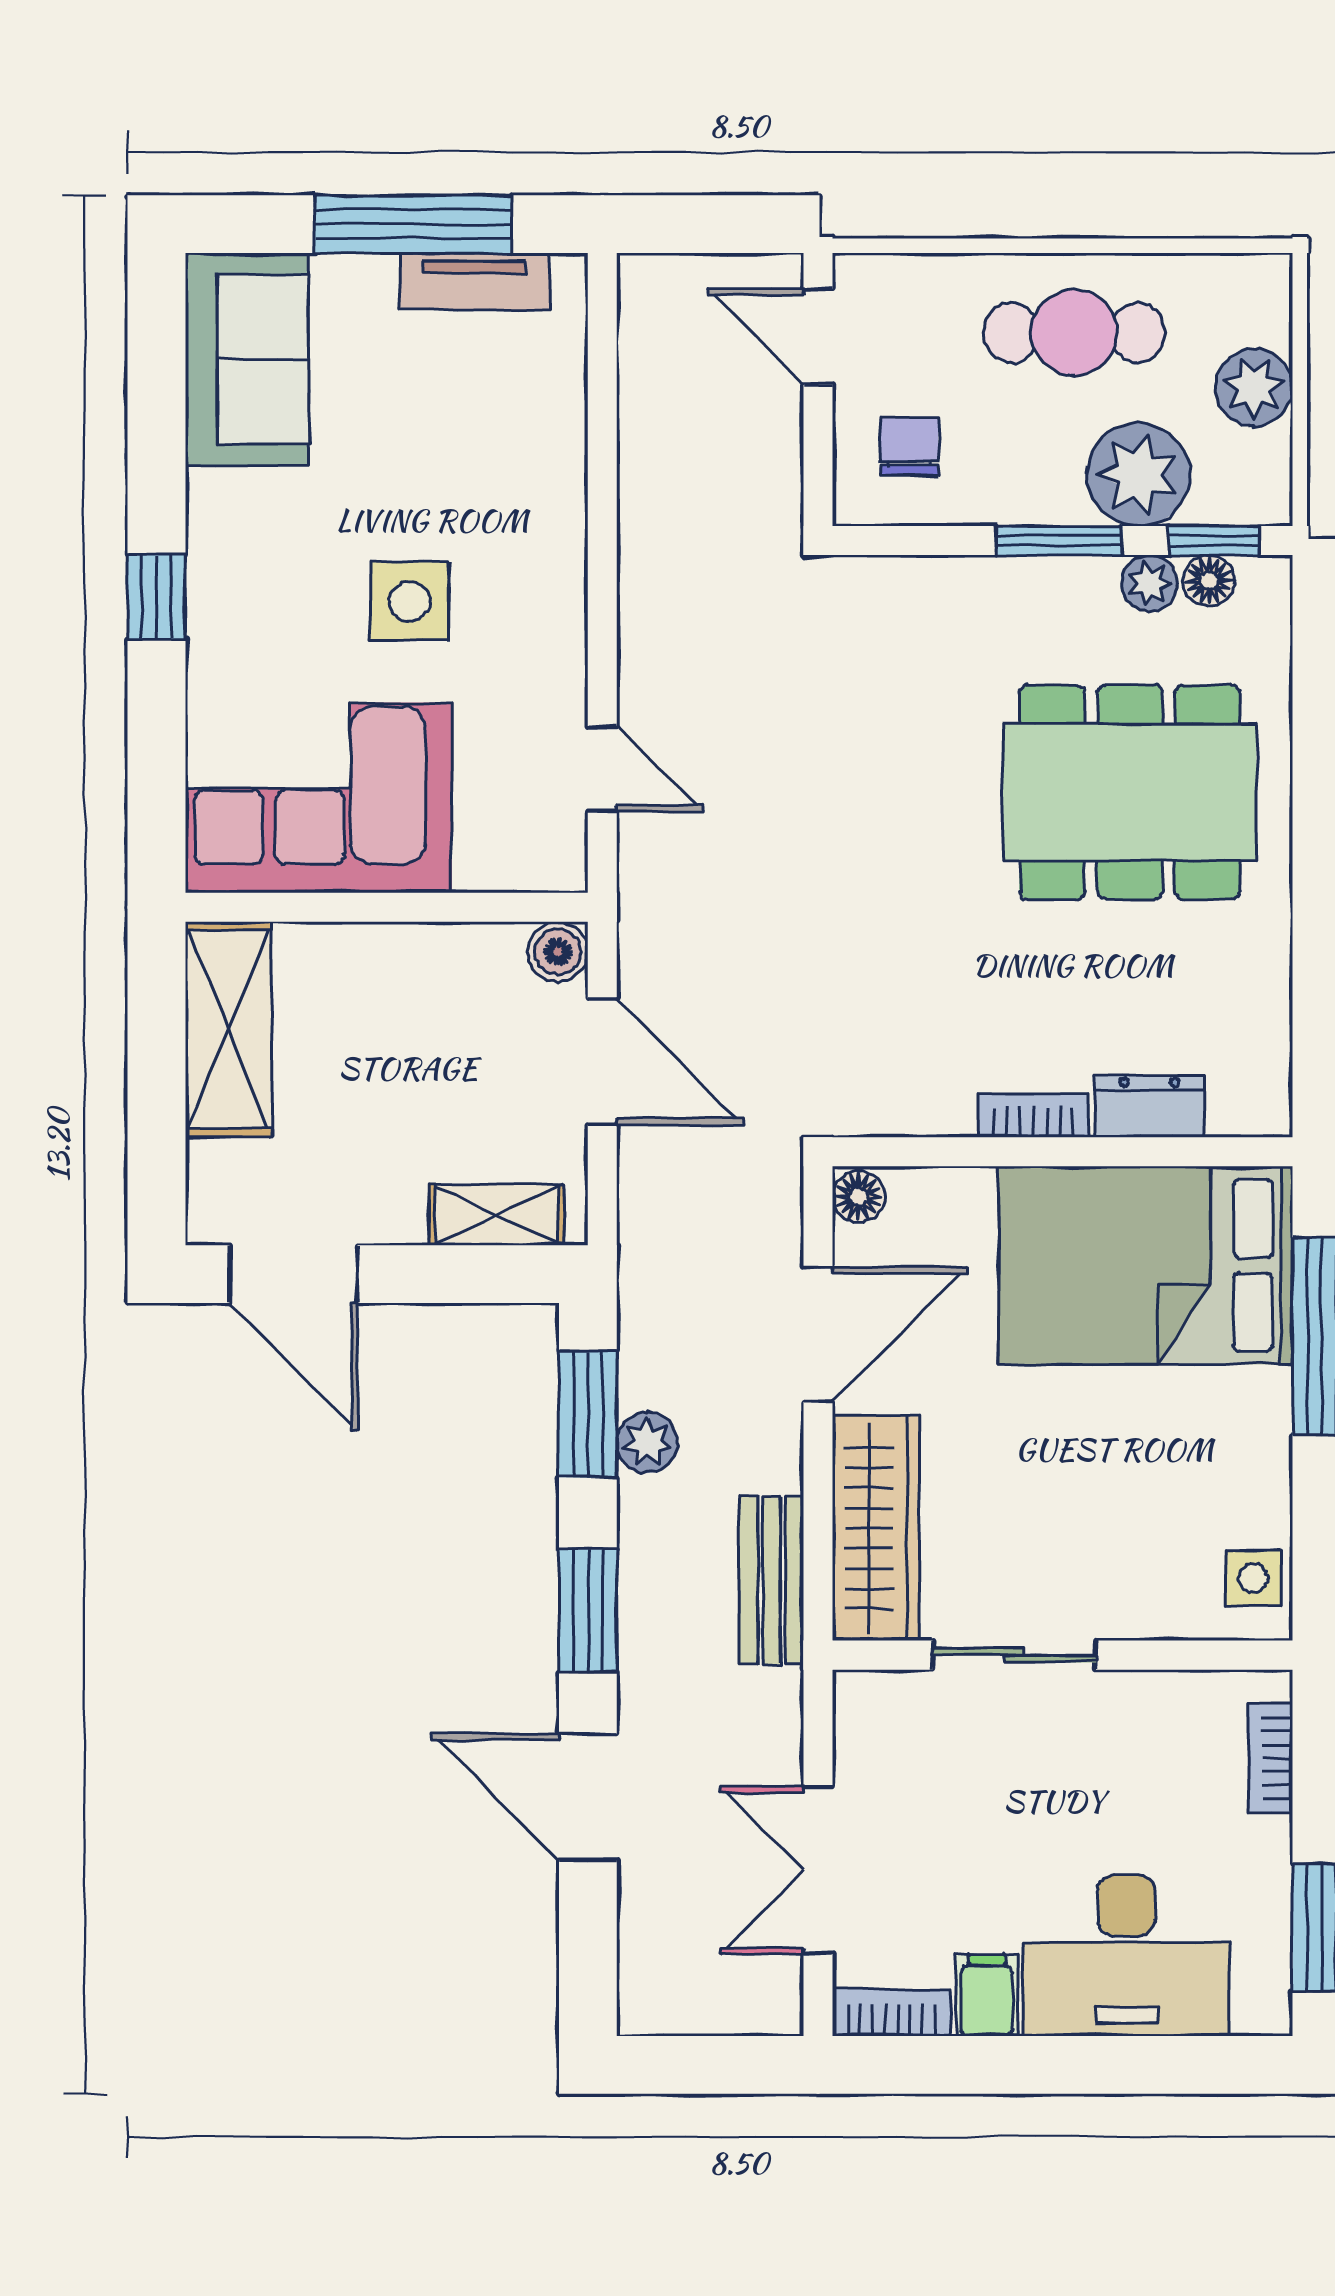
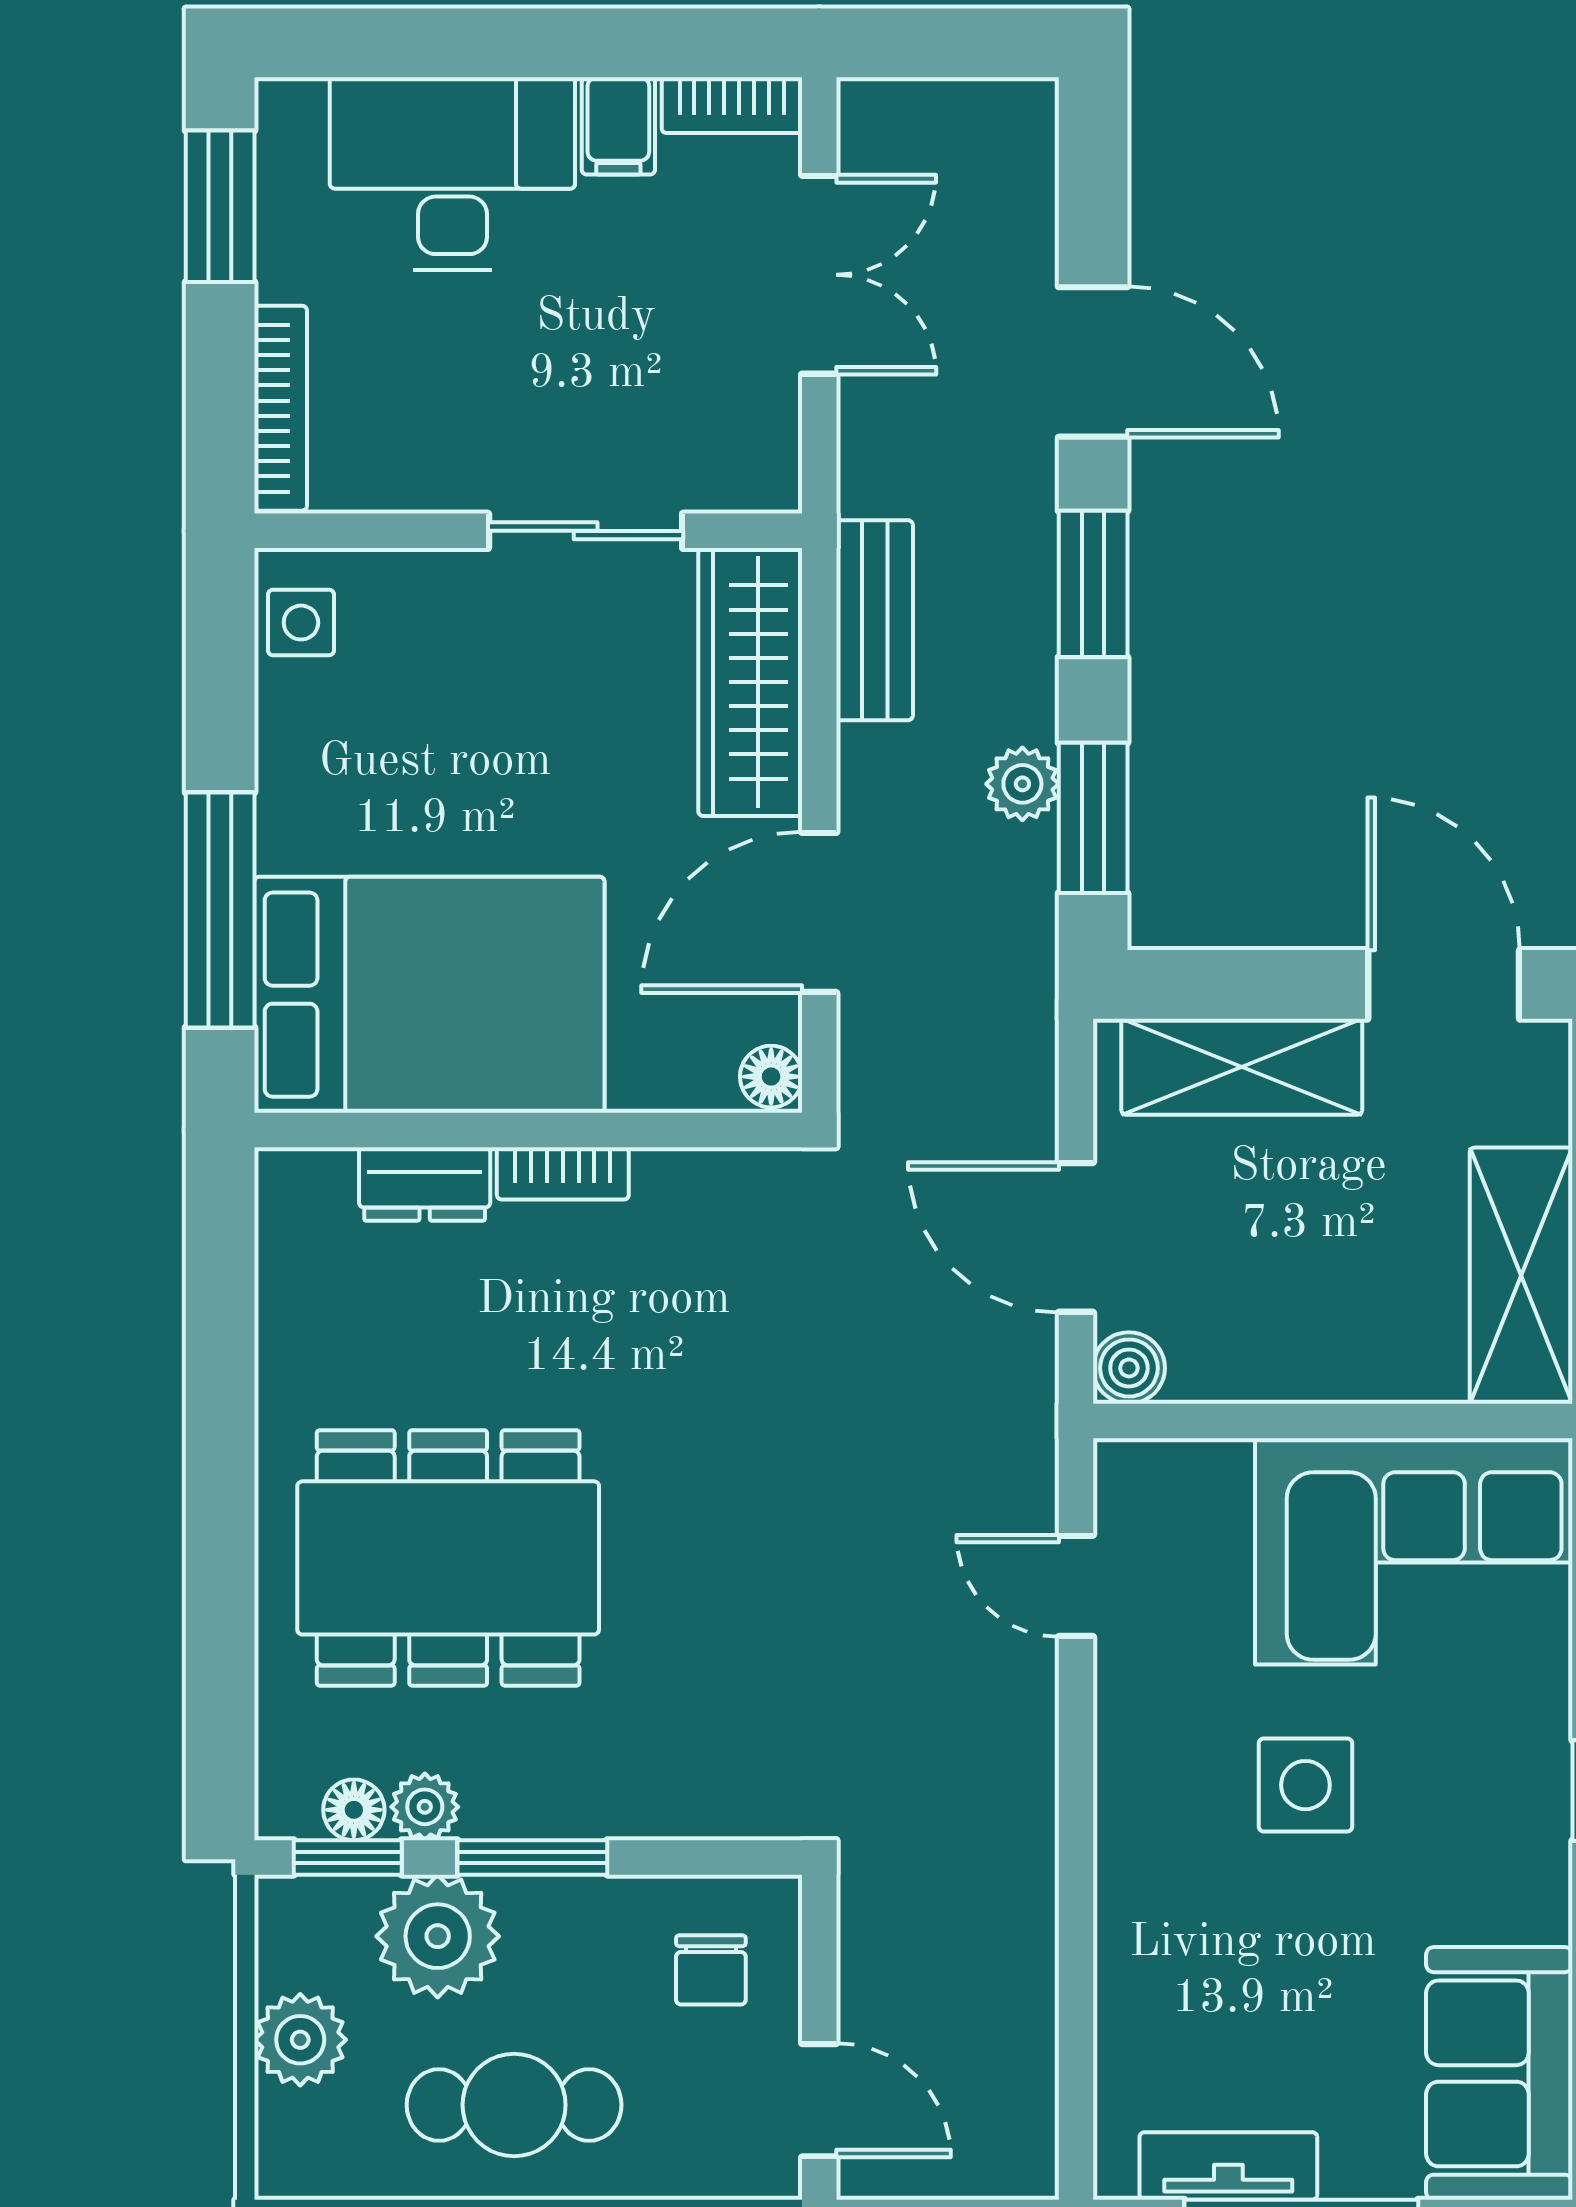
shelving: (497, 1215) -> (1242, 1067), width x1.50, depth x1.33
bookcase: (1271, 1758) -> (281, 408), width x1.56

